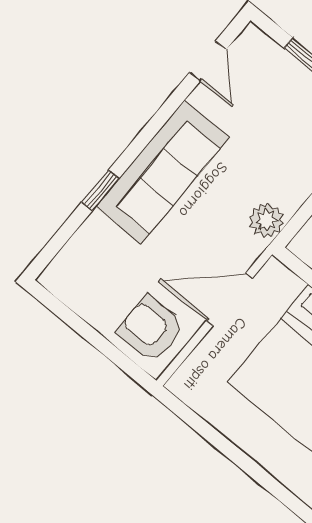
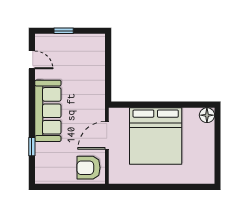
window: (100, 190) -> (32, 147), moved
plant: (267, 221) -> (97, 98), removed

